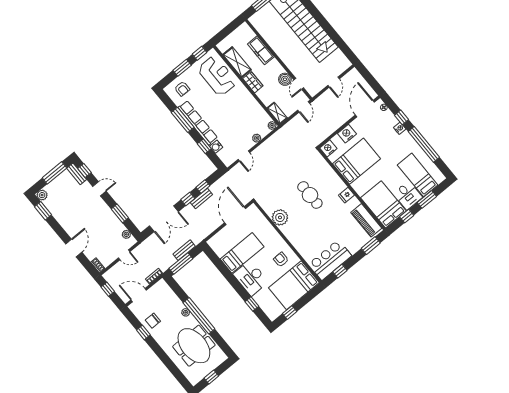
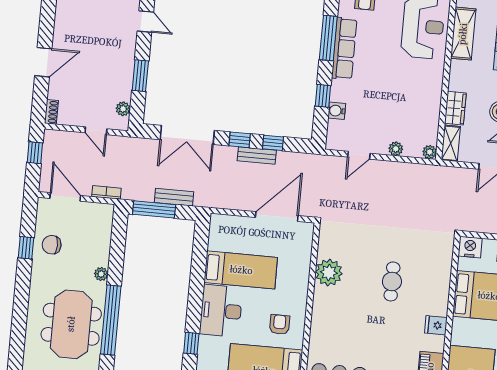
wardrobe: (253, 82) -> (455, 108), moved
row of seats: (198, 123) -> (344, 48), width x0.73
cafe table: (310, 195) -> (392, 281), width x0.73, depth x0.74
window: (199, 316) -> (111, 320), moved

